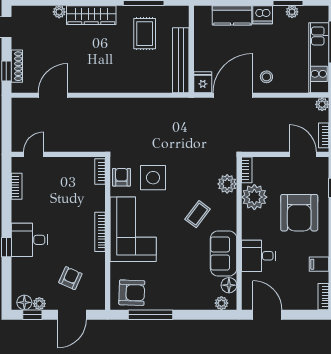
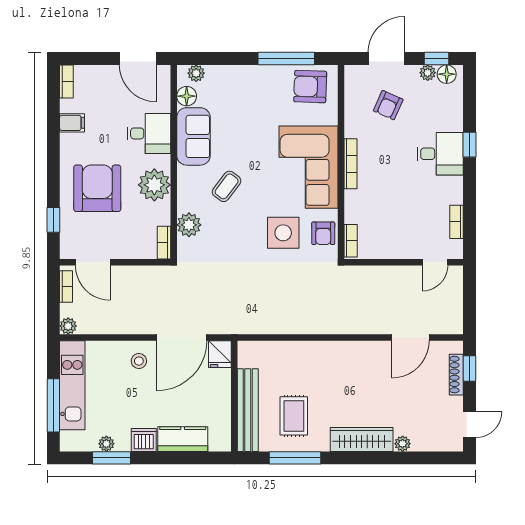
bench: (181, 60) -> (248, 410), moved
plant: (254, 197) -> (154, 185), moved

